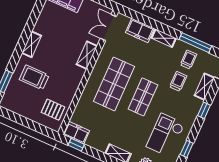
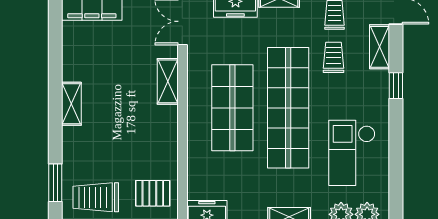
trolley: (34, 77) -> (96, 197), moved
shop shelf: (143, 97) -> (288, 108), width x2.00, depth x1.36
window: (187, 149) -> (396, 160), removed

